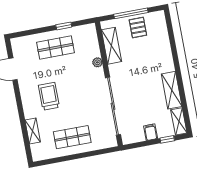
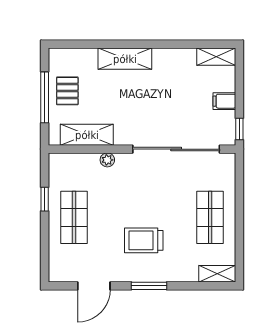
pallet: (138, 28) -> (67, 91), turned 90
shelving: (172, 90) -> (125, 59), moved
window: (20, 105) -> (149, 286), added
shelving: (33, 131) -> (217, 274), moved
window: (167, 139) -> (239, 129), moved

